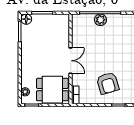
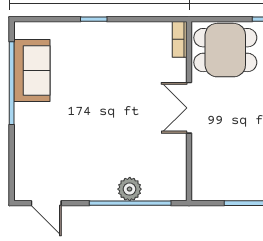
armchair: (108, 83) -> (115, 63), removed

